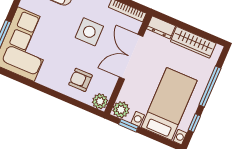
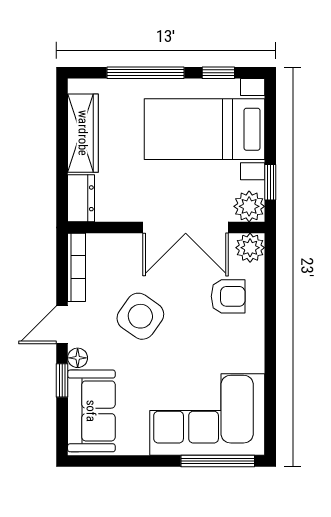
side table: (89, 32) -> (140, 316), turned 35
double door: (131, 57) -> (186, 227), moved
armchair: (80, 80) -> (228, 296), turned -90

